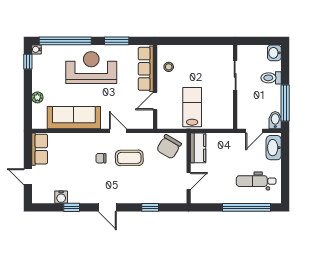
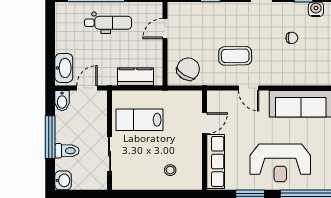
stool: (169, 67) -> (170, 170), moved
window: (285, 103) -> (50, 137), moved
lab bench: (192, 107) -> (139, 120), moved, turned 90
kitchen counter: (198, 148) -> (136, 77), moved, turned 90
chair: (101, 158) -> (292, 38), moved
dental chair: (256, 181) -> (108, 23), moved

